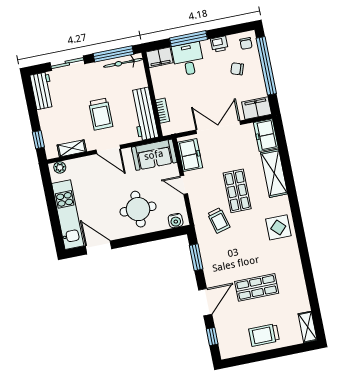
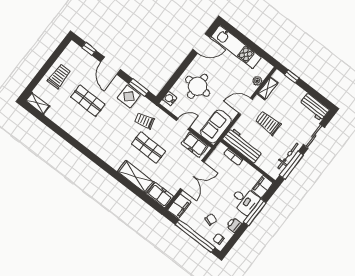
bicycle: (123, 63) -> (288, 156), moved
plant: (60, 167) -> (257, 81), moved
display table: (278, 227) -> (129, 96), moved
shop shelf: (257, 287) -> (88, 101), turned 90

